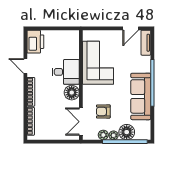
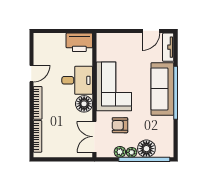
printer: (35, 42) -> (79, 42), moved, turned 90
corner sofa: (98, 63) -> (114, 86), moved
door: (25, 66) -> (31, 74), swing flipped
sofa: (141, 96) -> (162, 89), moved

